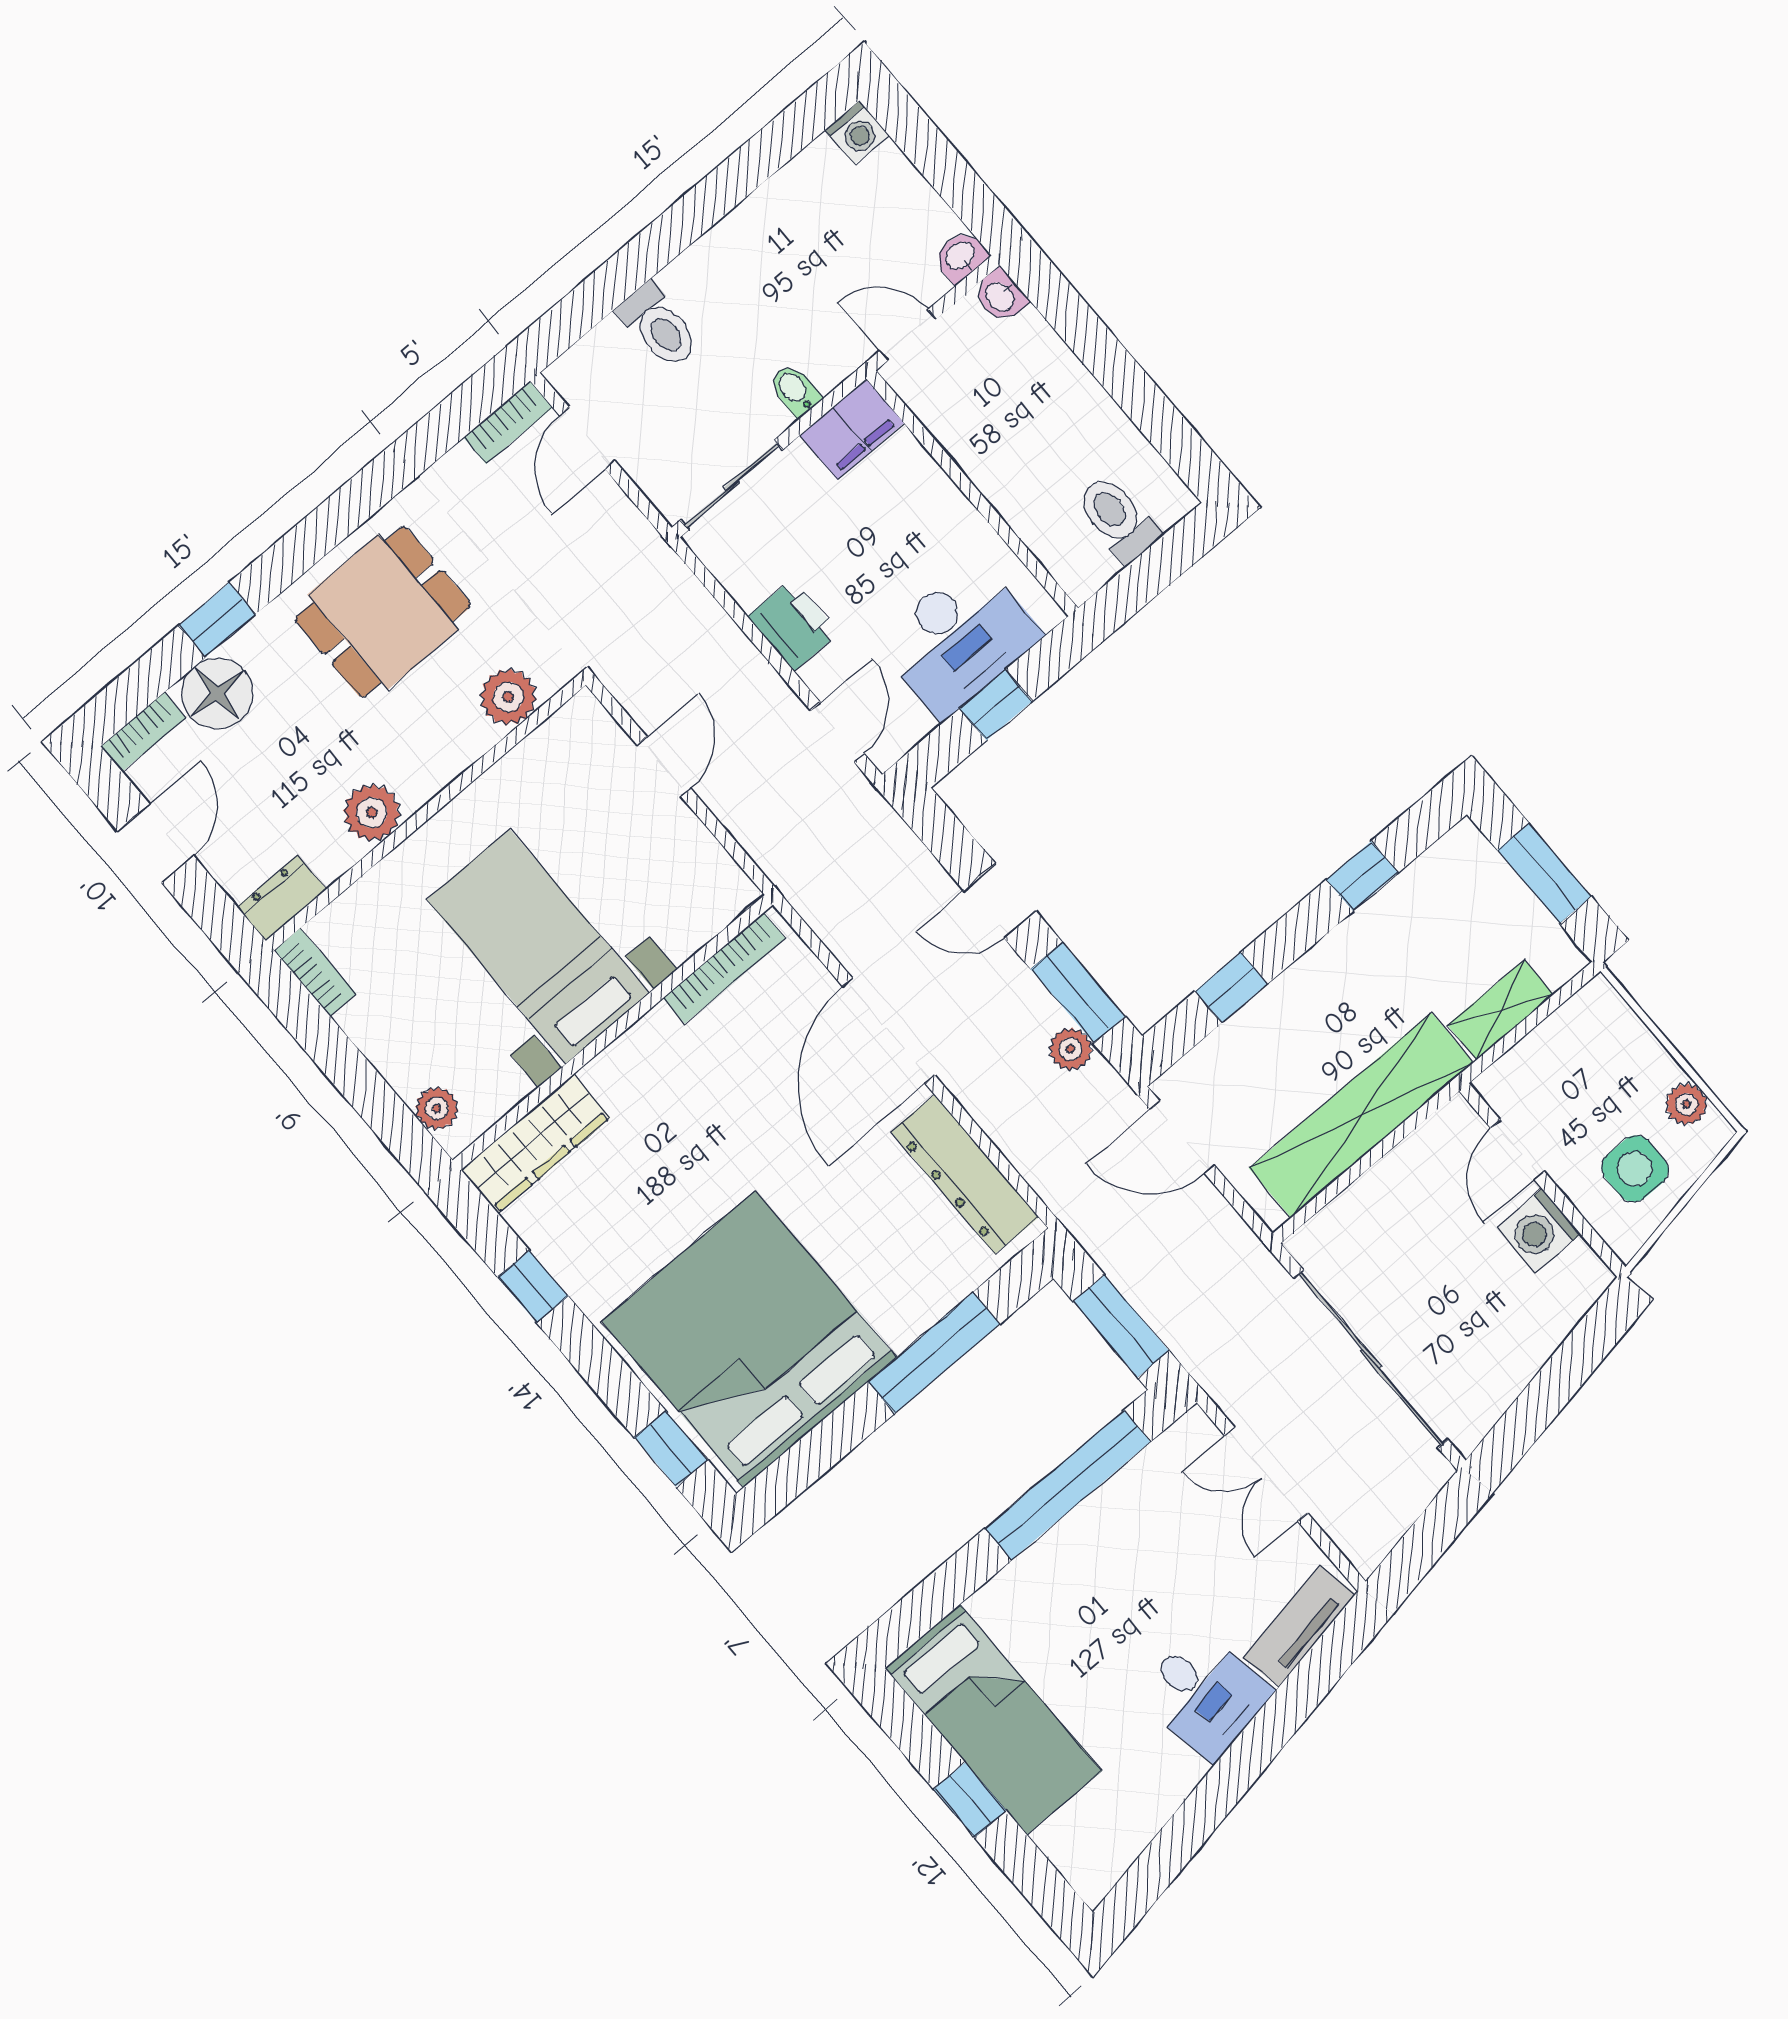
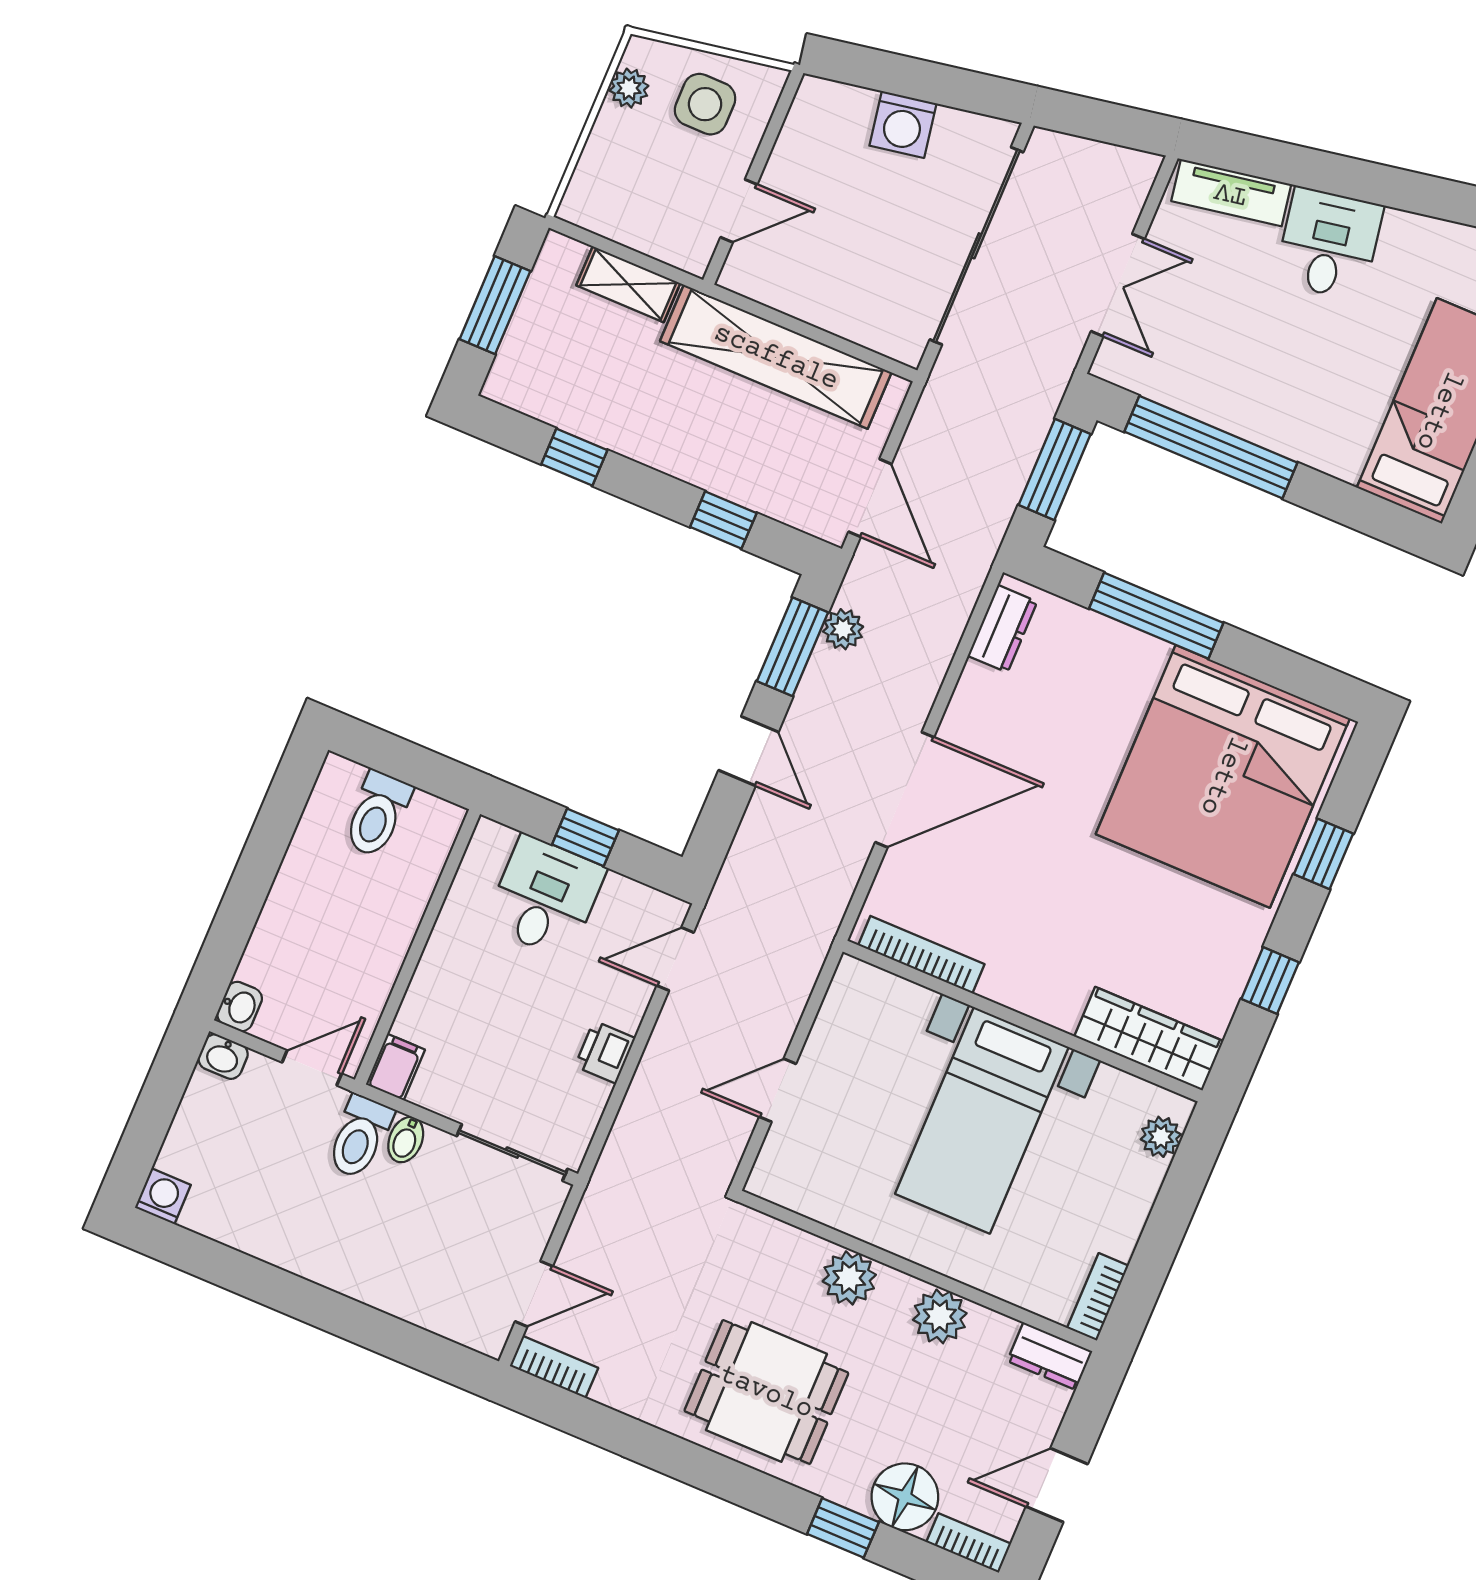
toilet: (659, 326) -> (360, 1137), moved, turned 180
door: (908, 335) -> (312, 1068), swing flipped
filing cabinet: (852, 429) -> (395, 1067), width x0.50
printer: (793, 625) -> (605, 1052), width x0.73, depth x0.81
desk: (959, 639) -> (545, 897), width x0.73
plant: (508, 697) -> (849, 1278), moved
dresser: (965, 1174) -> (1003, 629), width x0.51, depth x0.80
washing machine: (1539, 1230) -> (903, 125), moved, turned 80
window: (671, 1449) -> (1324, 854), moved

